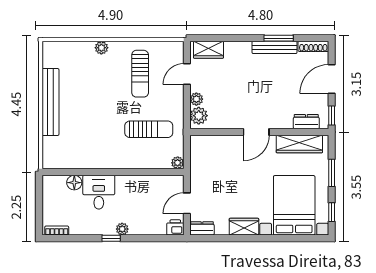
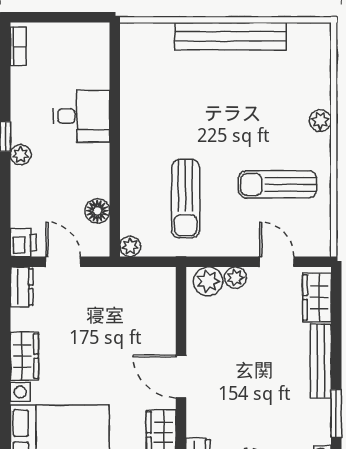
bench: (274, 47) -> (321, 361), moved
floor lamp: (74, 183) -> (97, 211), moved

